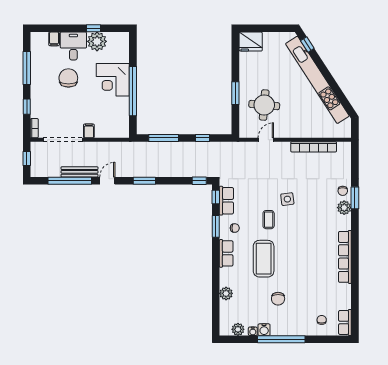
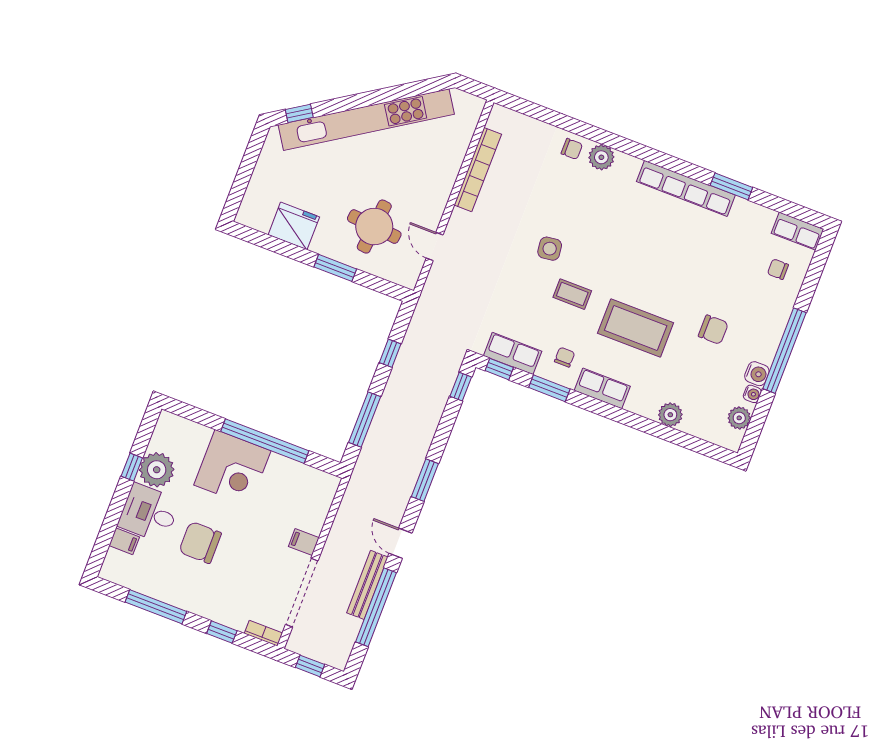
fridge: (251, 42) -> (294, 226), moved, turned -90
window: (355, 198) -> (731, 186), moved

